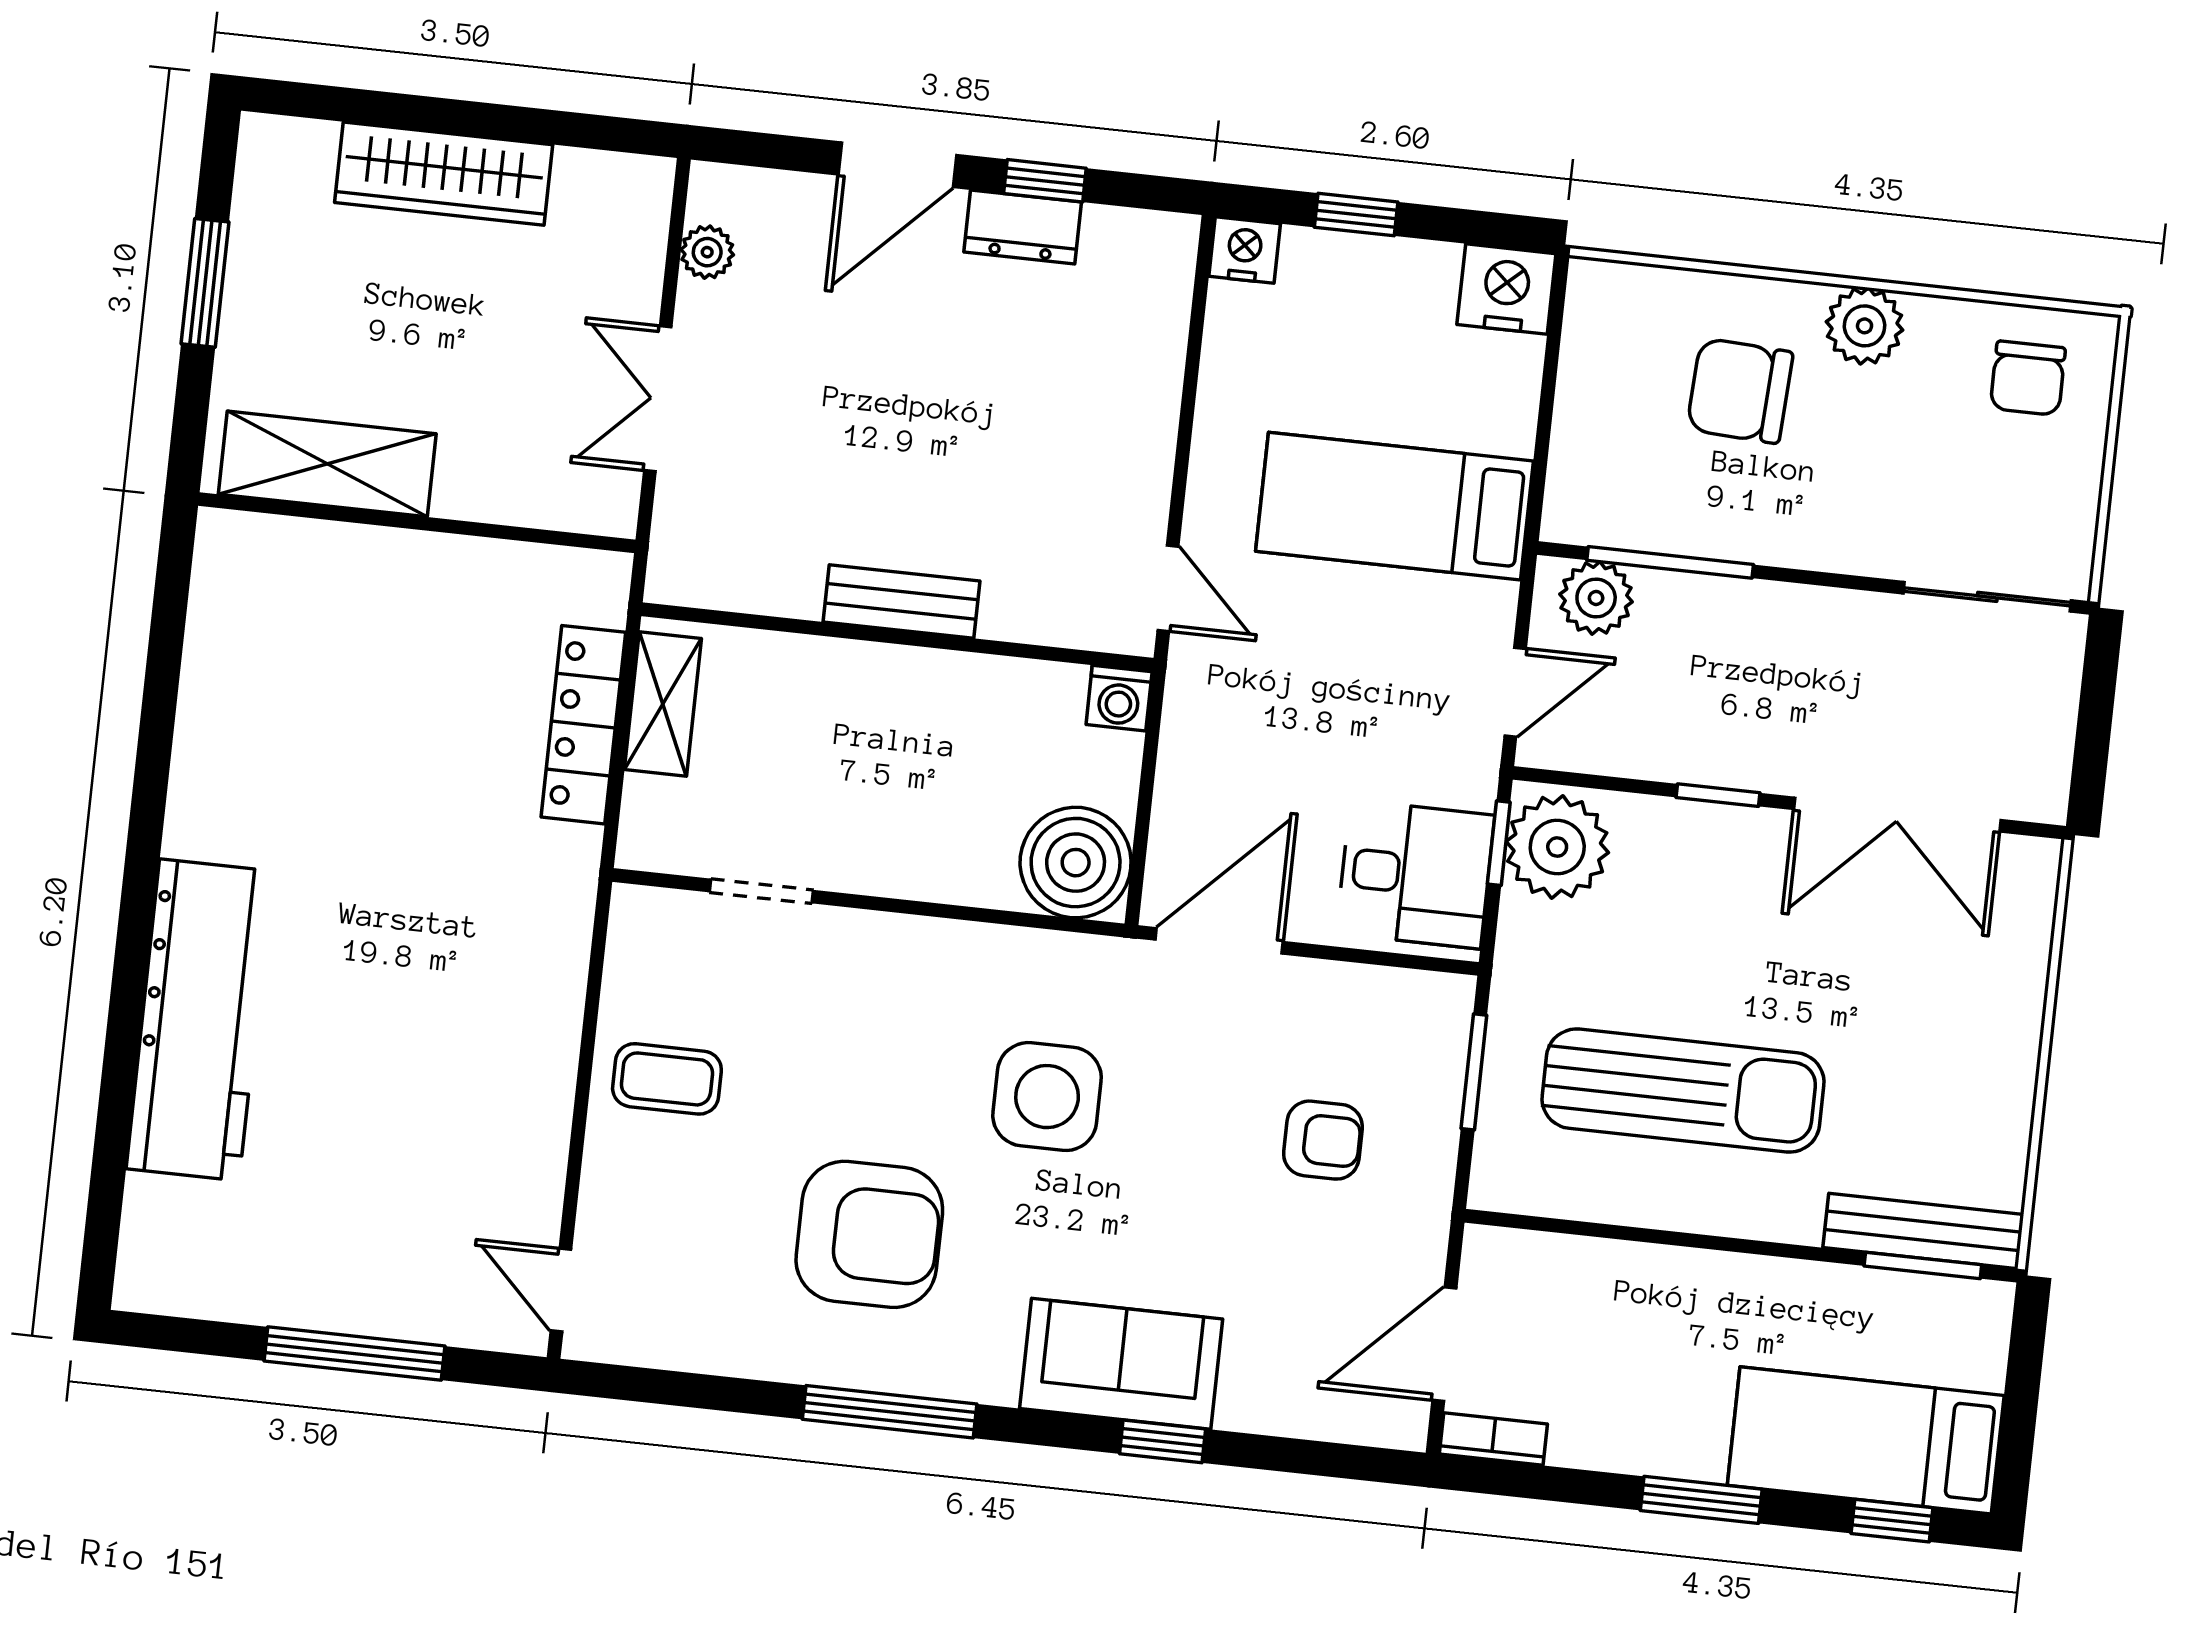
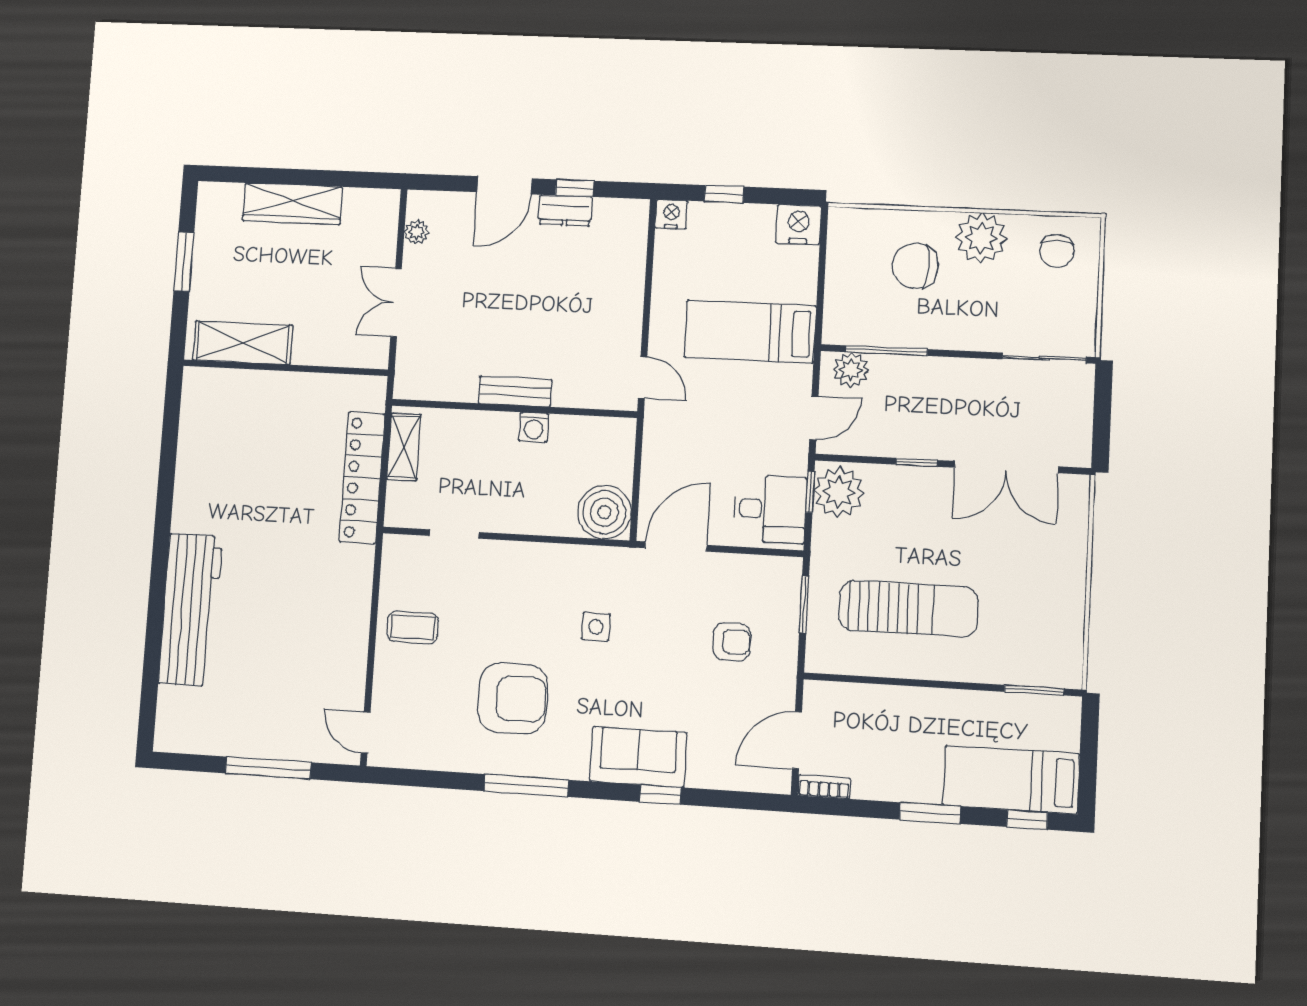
plant: (1865, 326) -> (981, 238), width x1.36, depth x1.36
washing machine: (1119, 698) -> (534, 427), moved
locker: (583, 725) -> (362, 478), width x1.41, depth x1.21
side table: (1047, 1097) -> (596, 627), width x0.54, depth x0.54
bench: (1923, 1231) -> (1033, 673), removed

